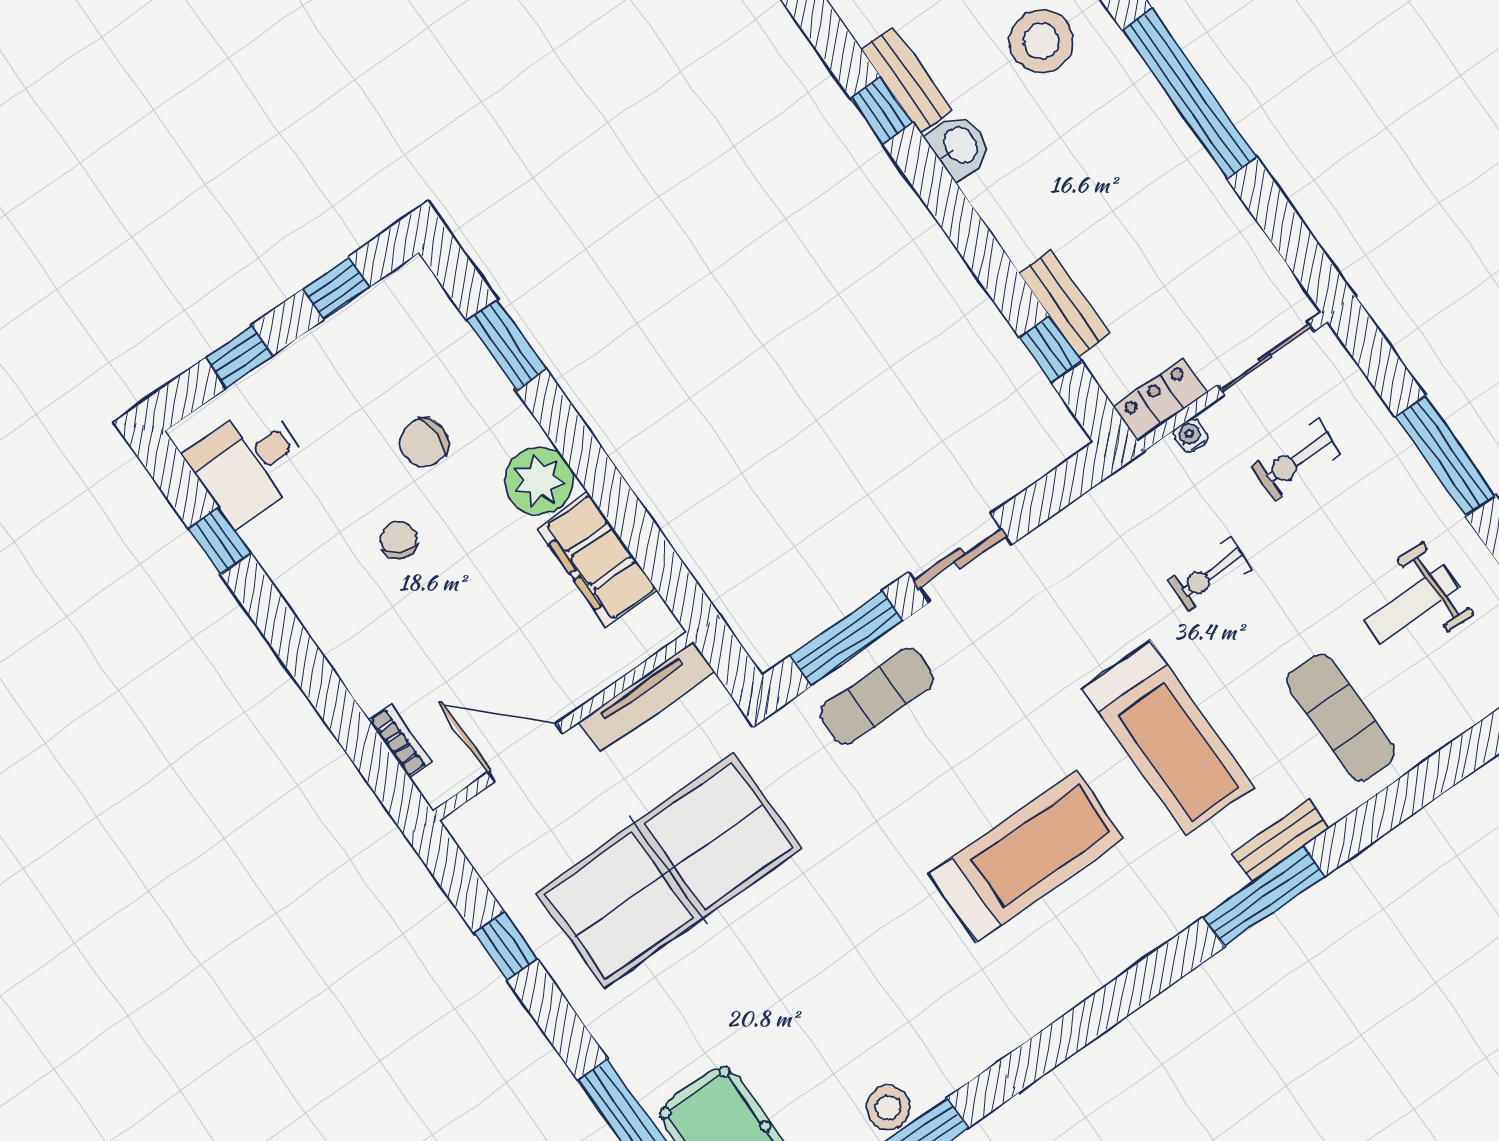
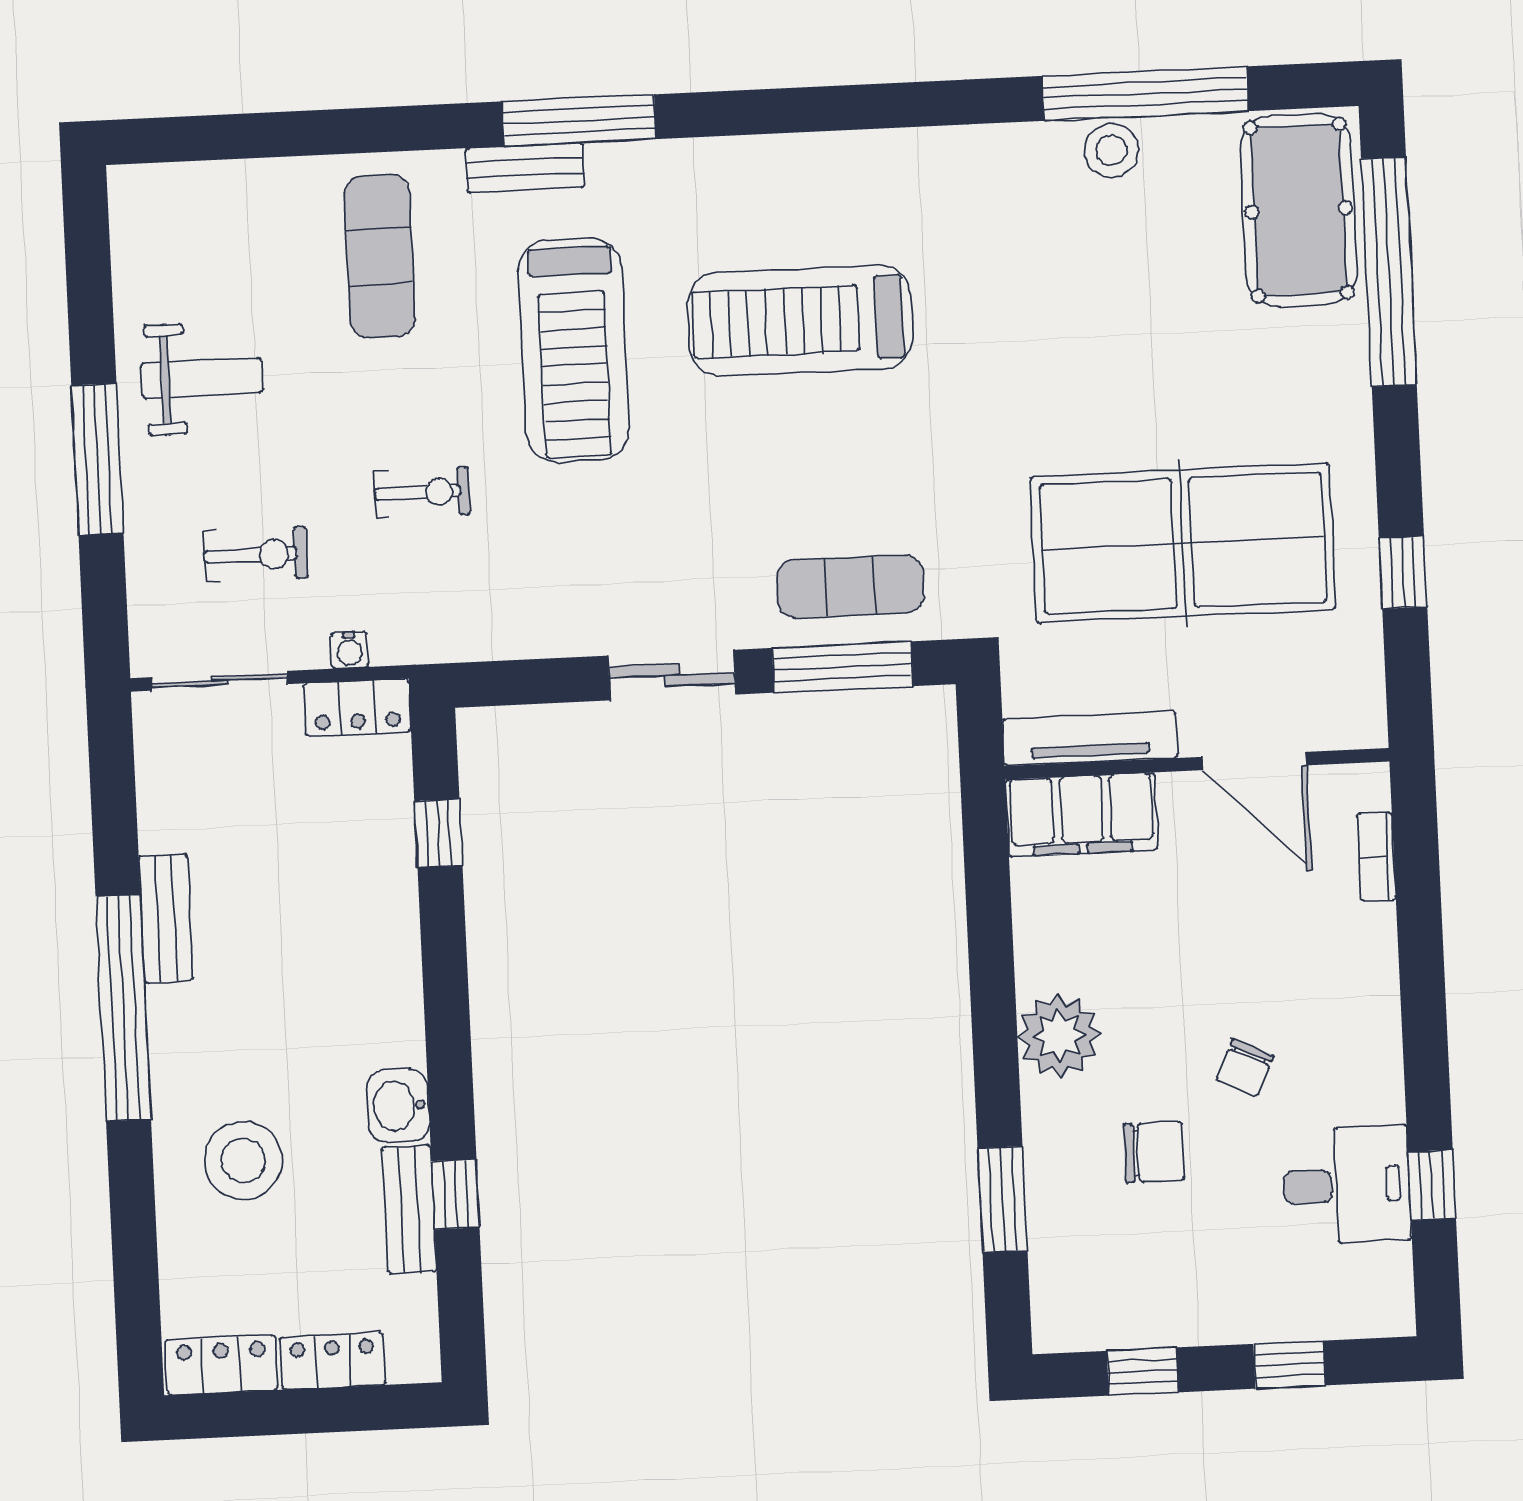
bench: (1064, 304) -> (166, 919), moved
desk: (250, 464) -> (1347, 1185), moved
filing cabinet: (597, 559) -> (1082, 815), moved, turned 90
weight bench: (1412, 604) -> (202, 378), moved
treadmill: (1168, 738) -> (574, 350), turned 180

